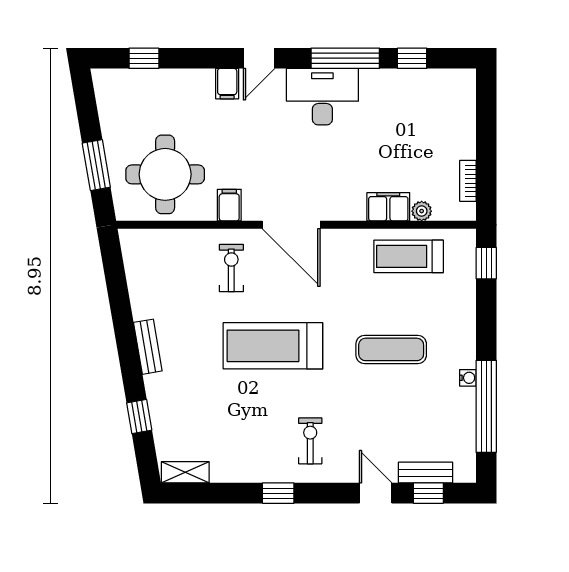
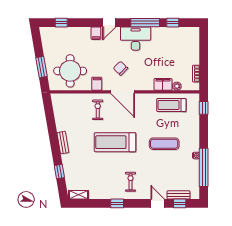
chair: (286, 168) -> (121, 68), added

